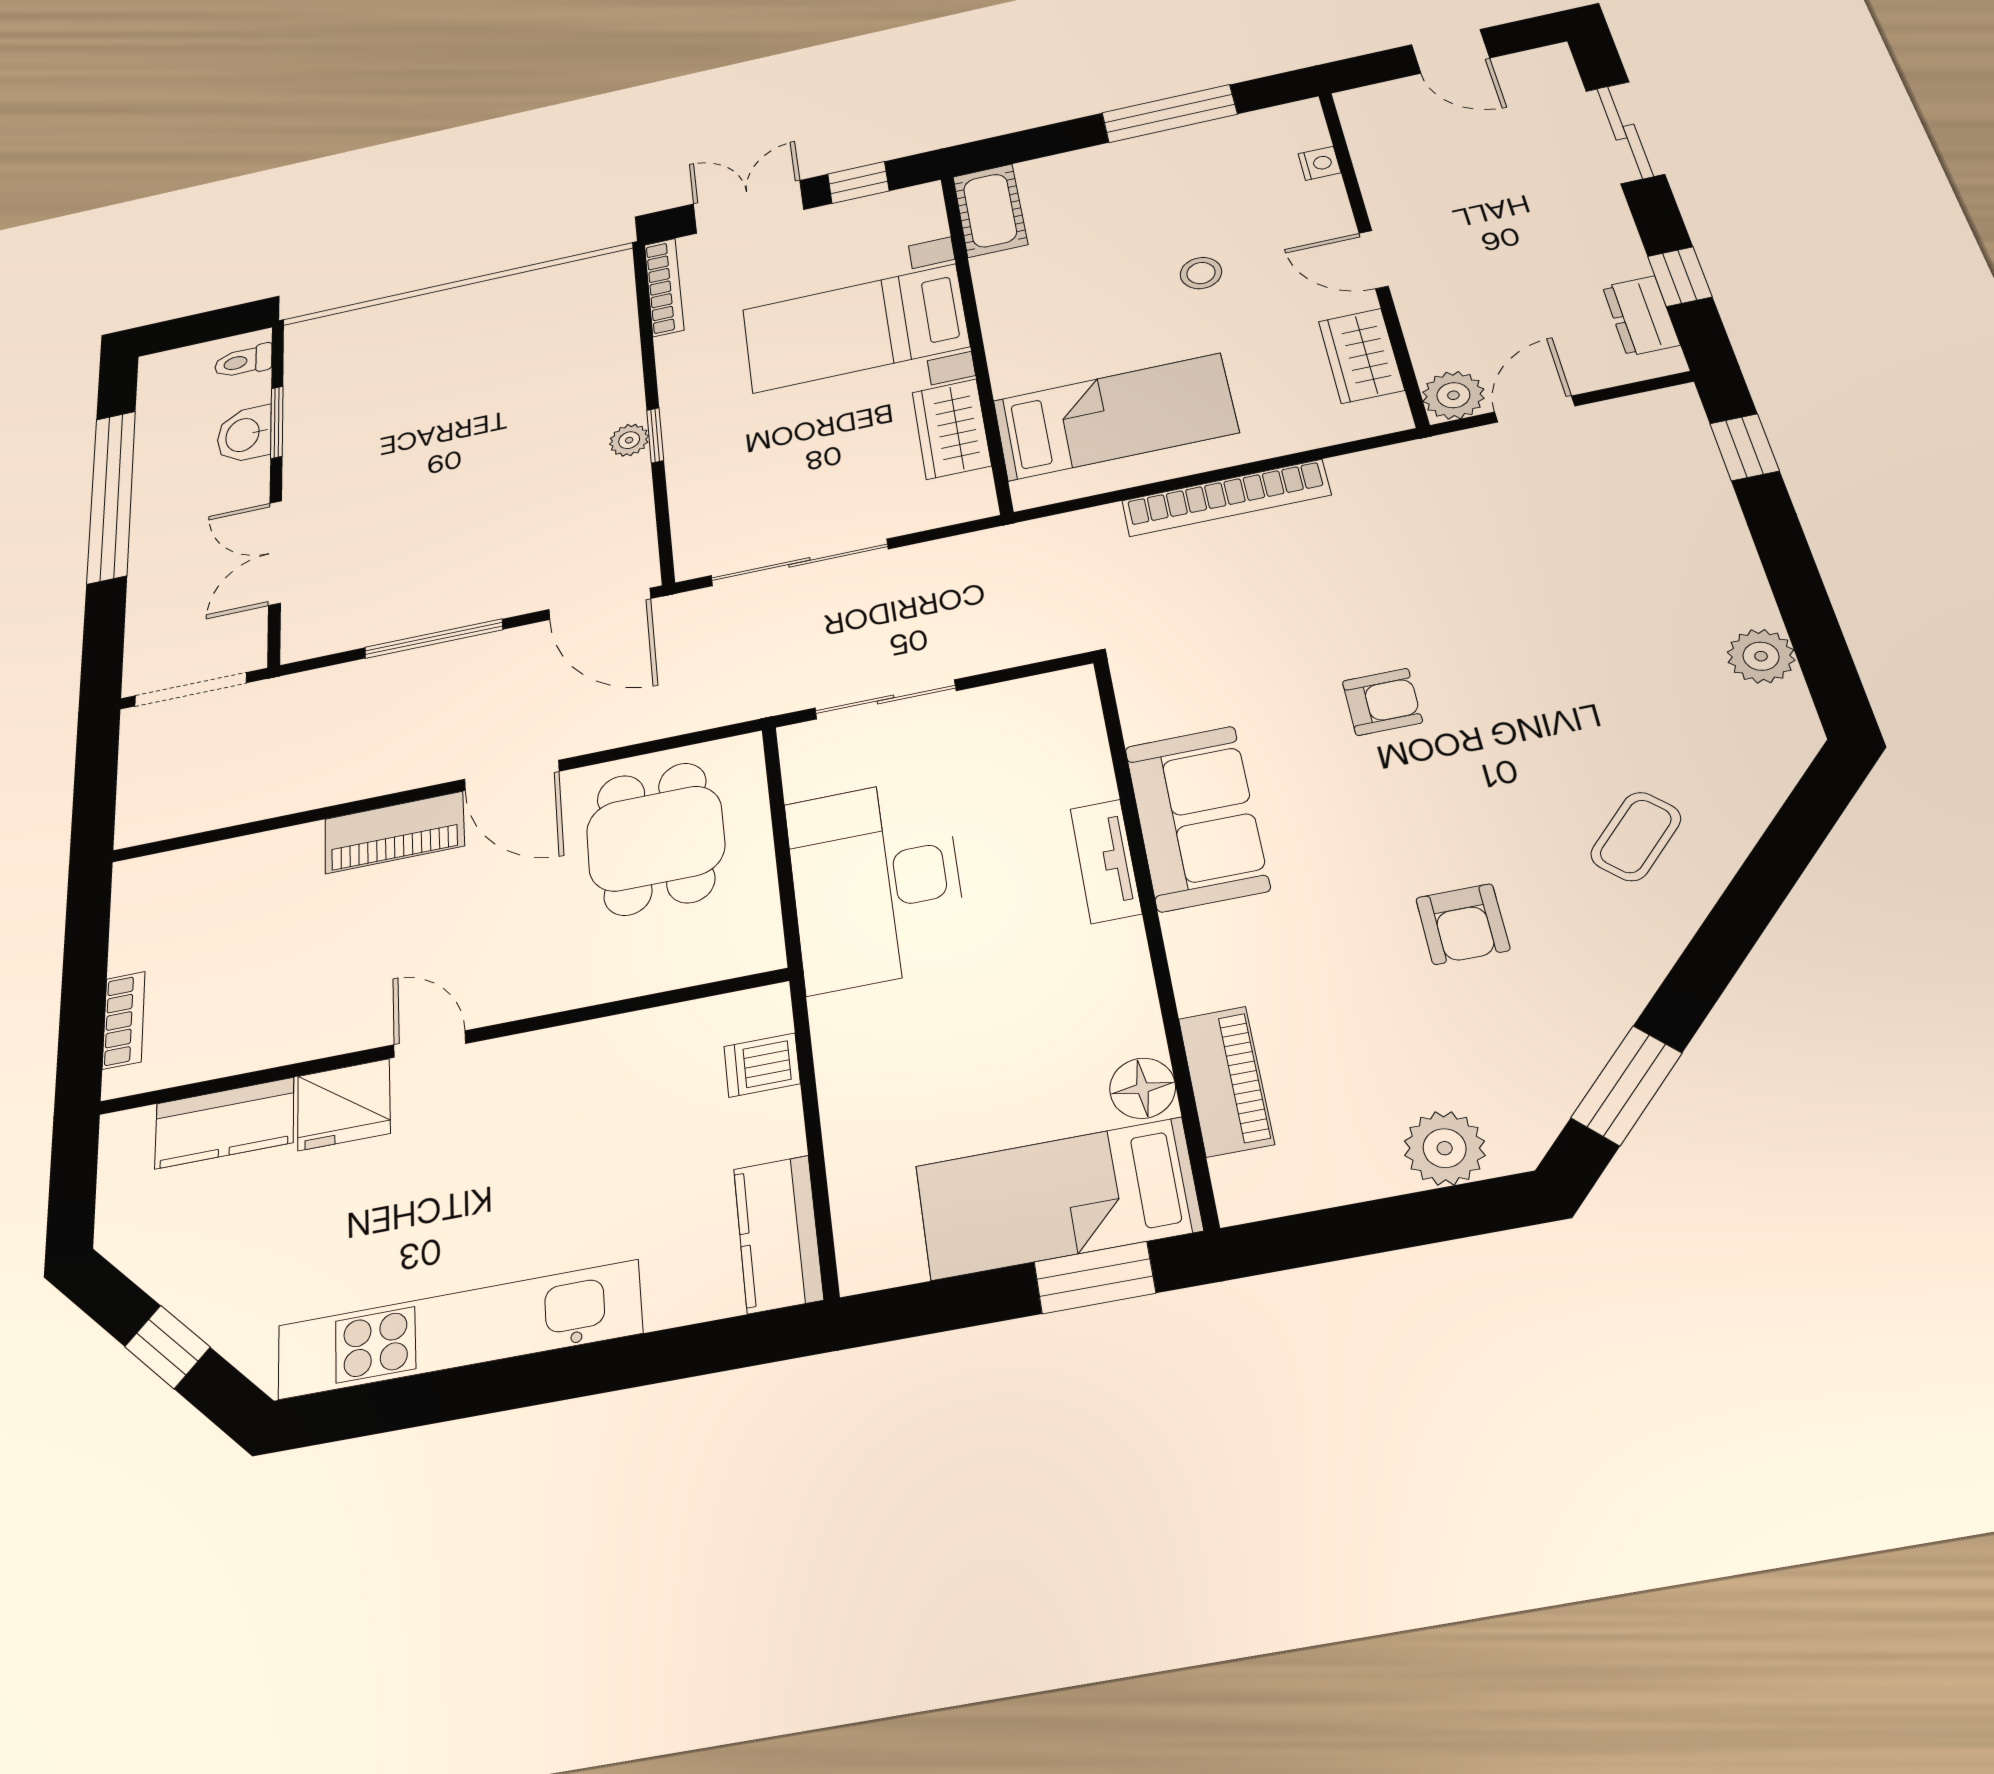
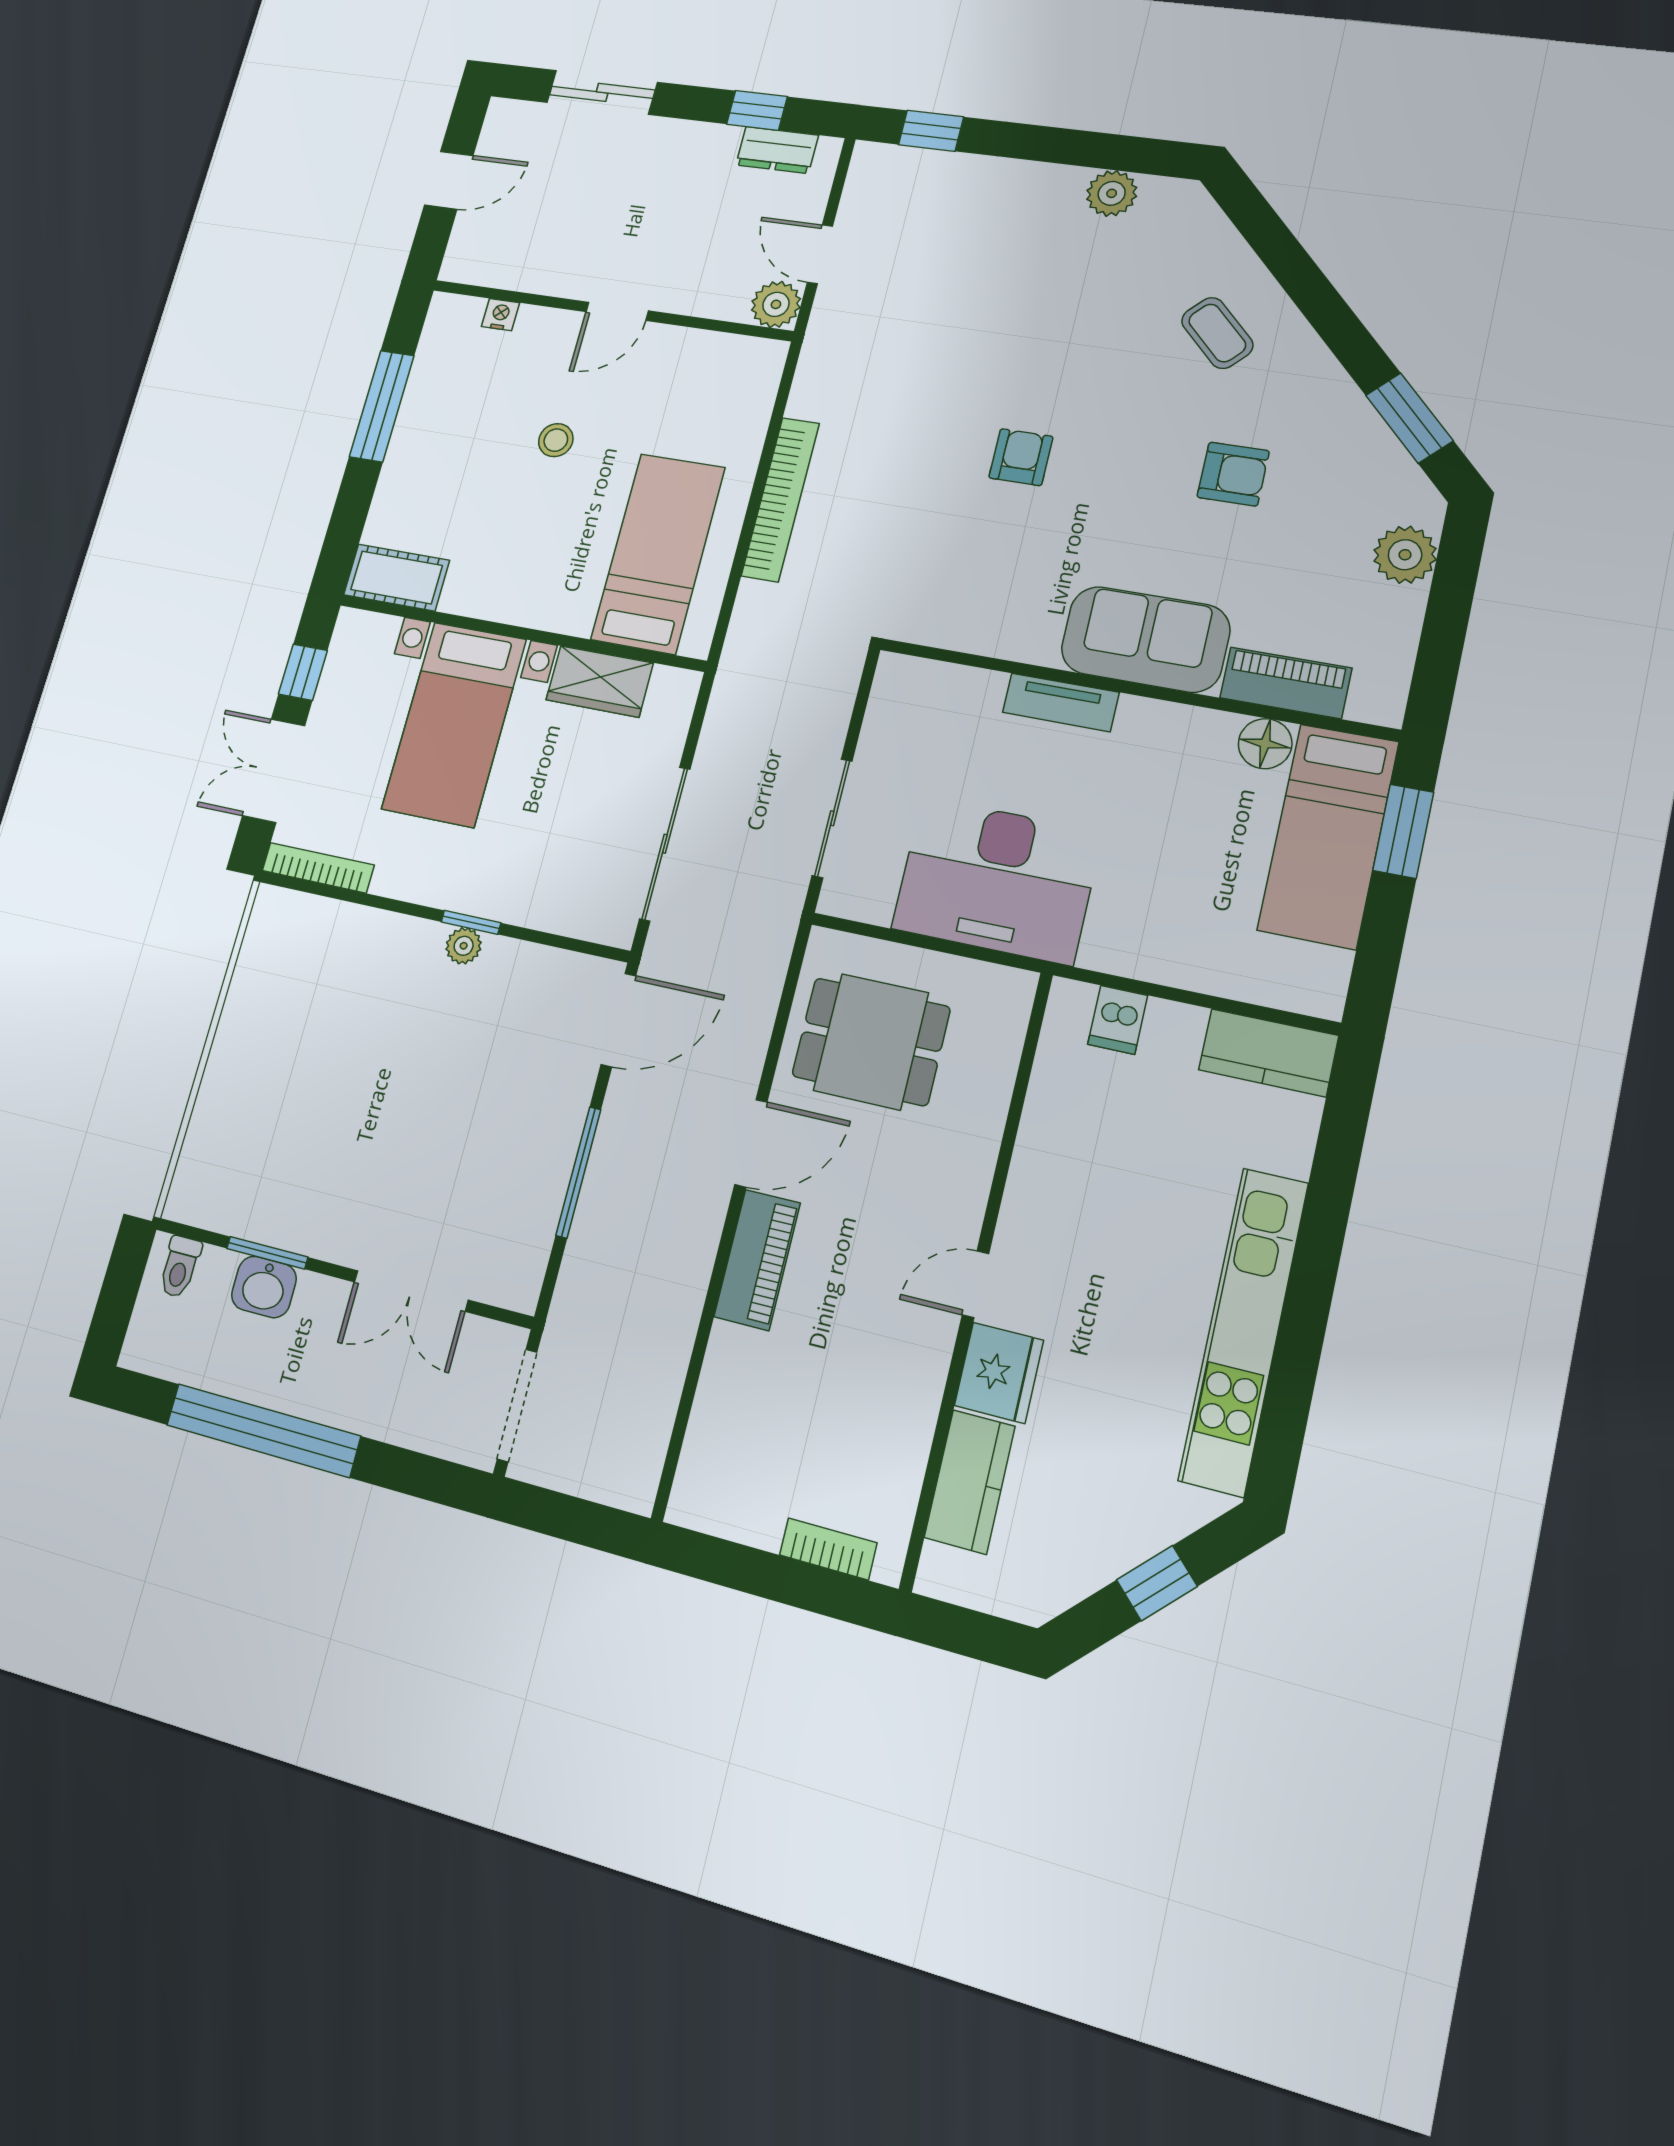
wardrobe: (1361, 356) -> (703, 354), removed
sofa: (1197, 818) -> (1145, 639), moved

